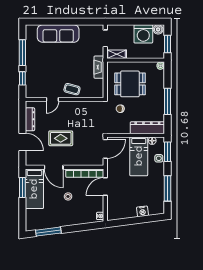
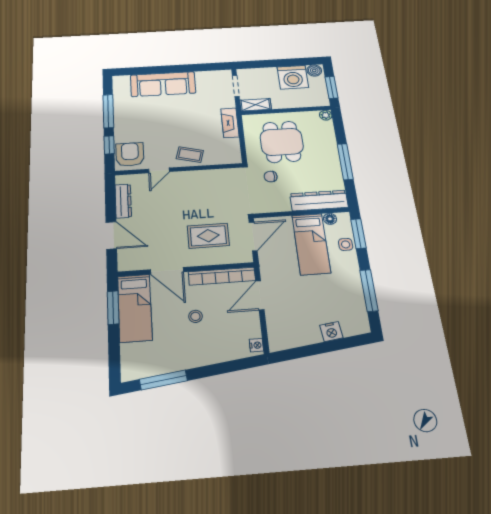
dining table: (130, 84) -> (282, 142), turned 90
armchair: (35, 86) -> (130, 154), added
rug: (61, 138) -> (208, 236), moved

